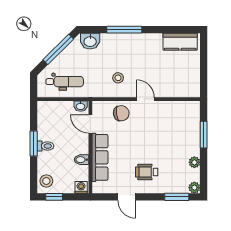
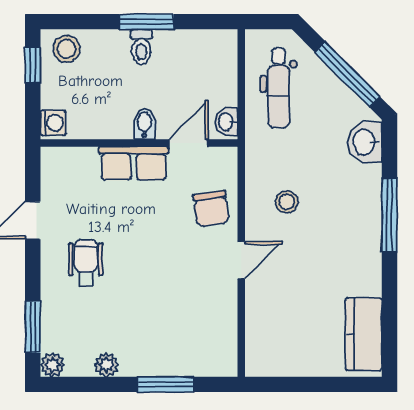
row of seats: (100, 157) -> (134, 163), width x0.68
bidet: (82, 160) -> (144, 124), moved

